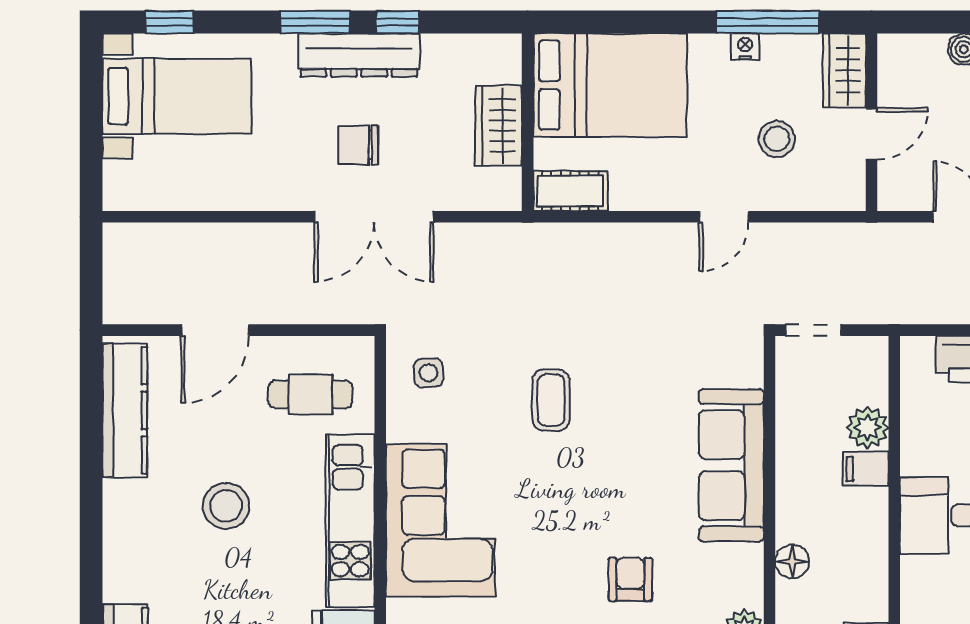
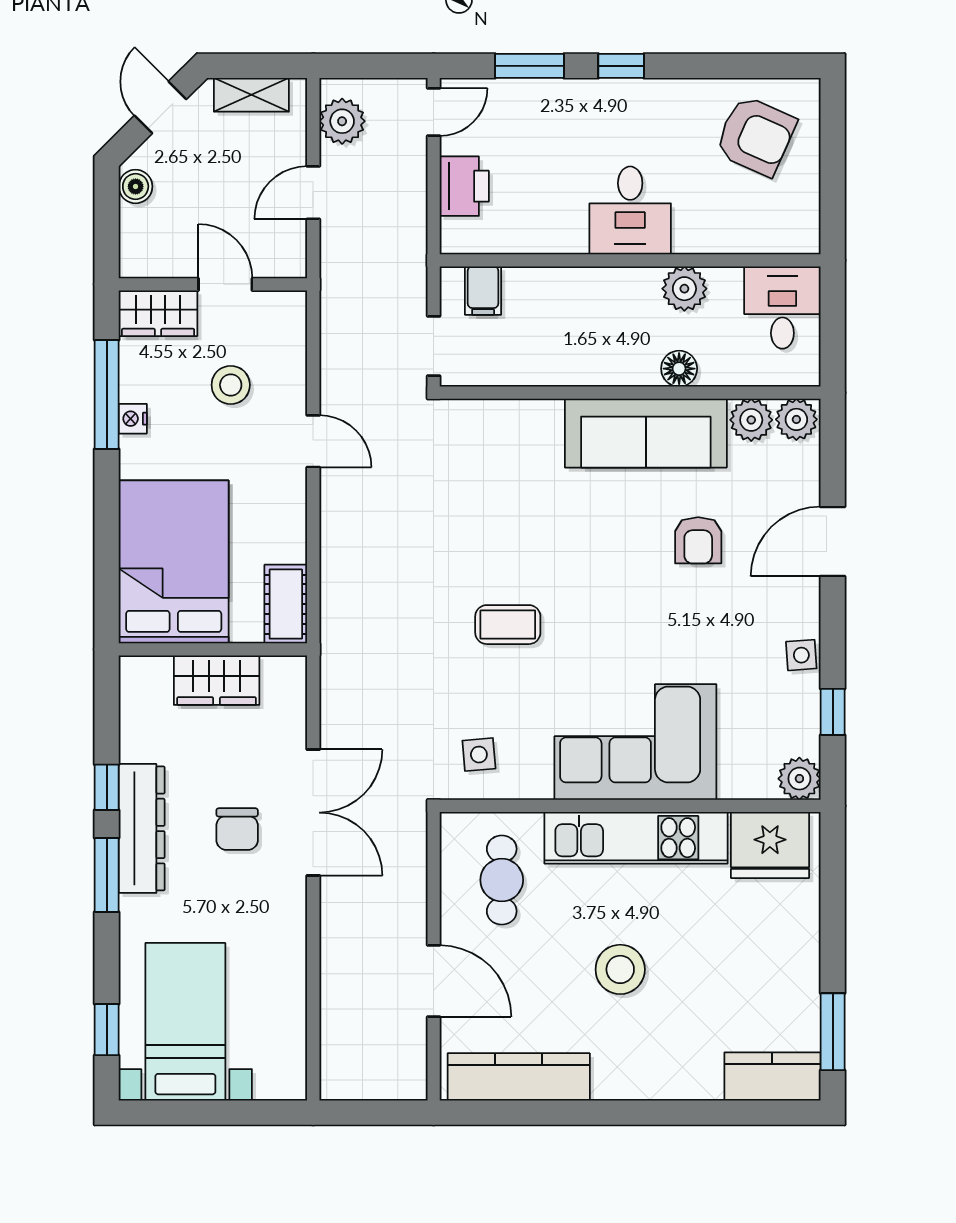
plant: (868, 428) -> (684, 289), moved
sofa: (731, 465) -> (646, 433), moved
filing cabinet: (866, 469) -> (483, 291), moved
armchair: (630, 579) -> (698, 540), turned -90

